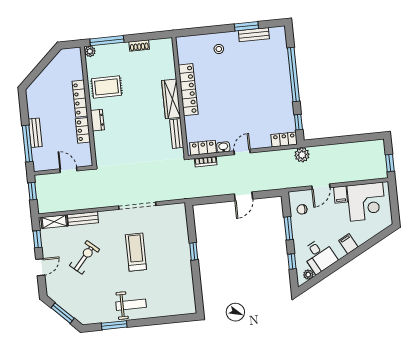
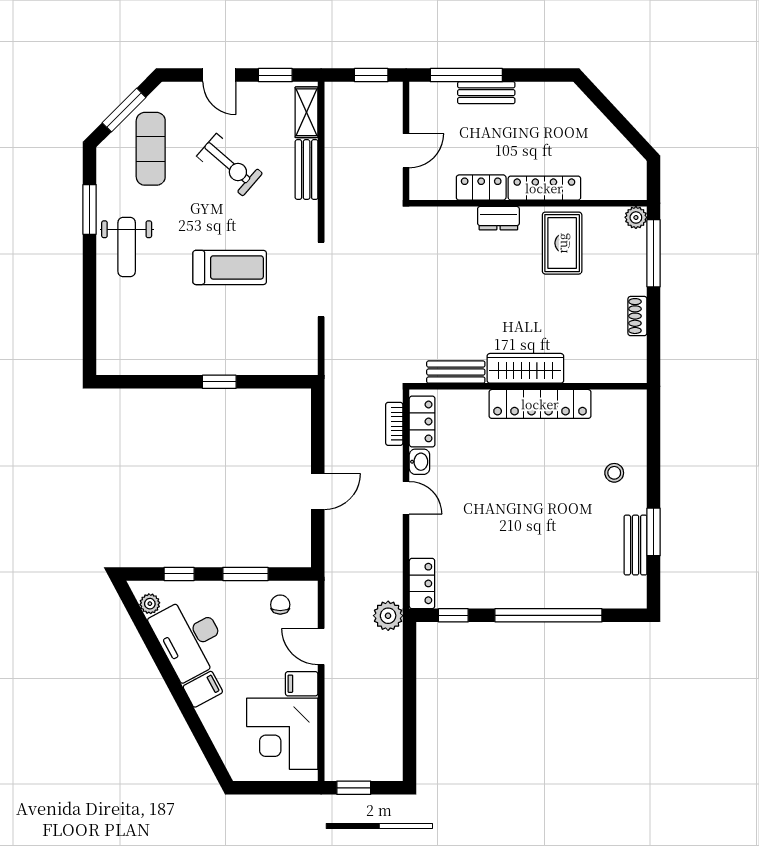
door: (243, 196) -> (318, 492), swing flipped
desk: (319, 256) -> (190, 638), width x1.37
exercise mat: (81, 298) -> (151, 149), added

